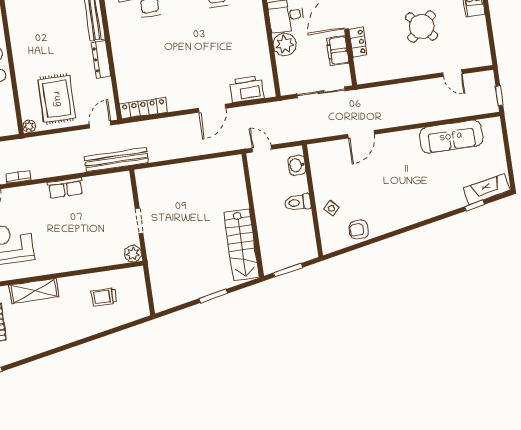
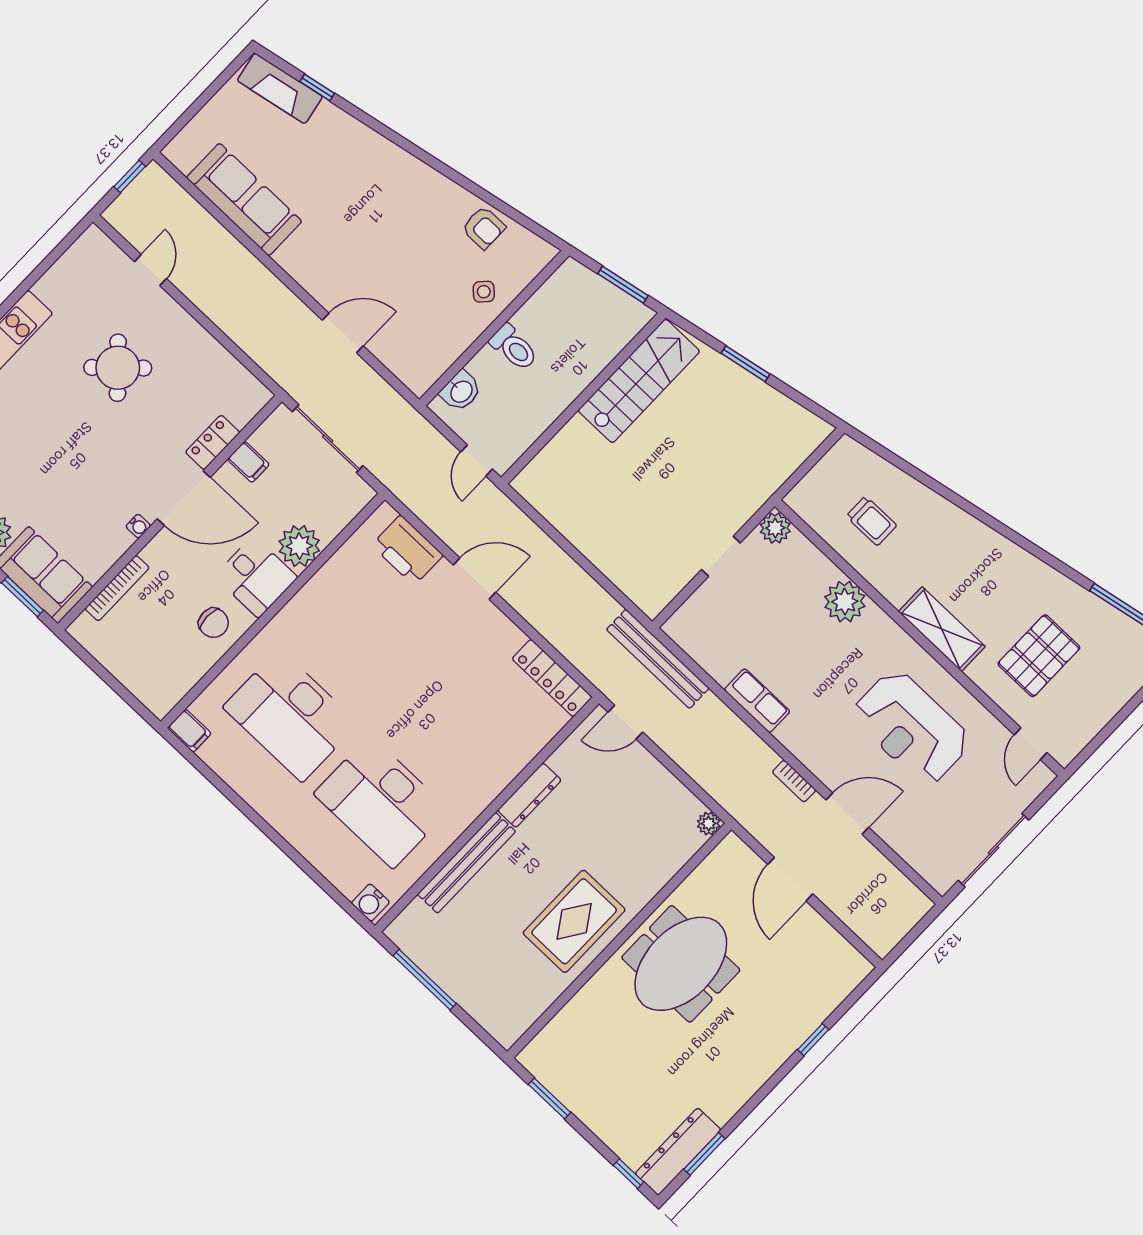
filing cabinet: (338, 51) -> (248, 462), width x0.50
rug: (57, 99) -> (574, 921), moved
plant: (78, 259) -> (845, 602), added

